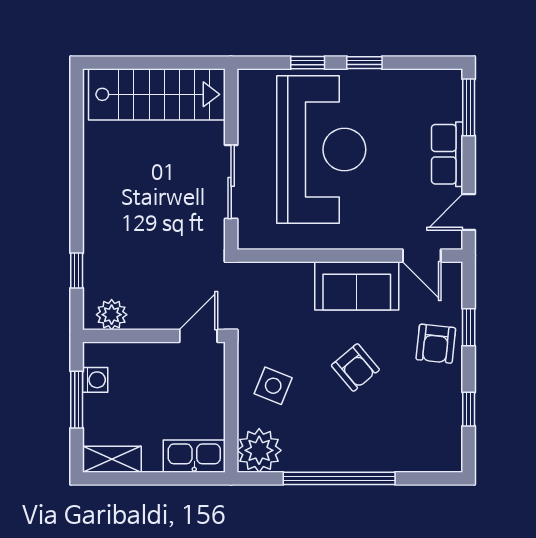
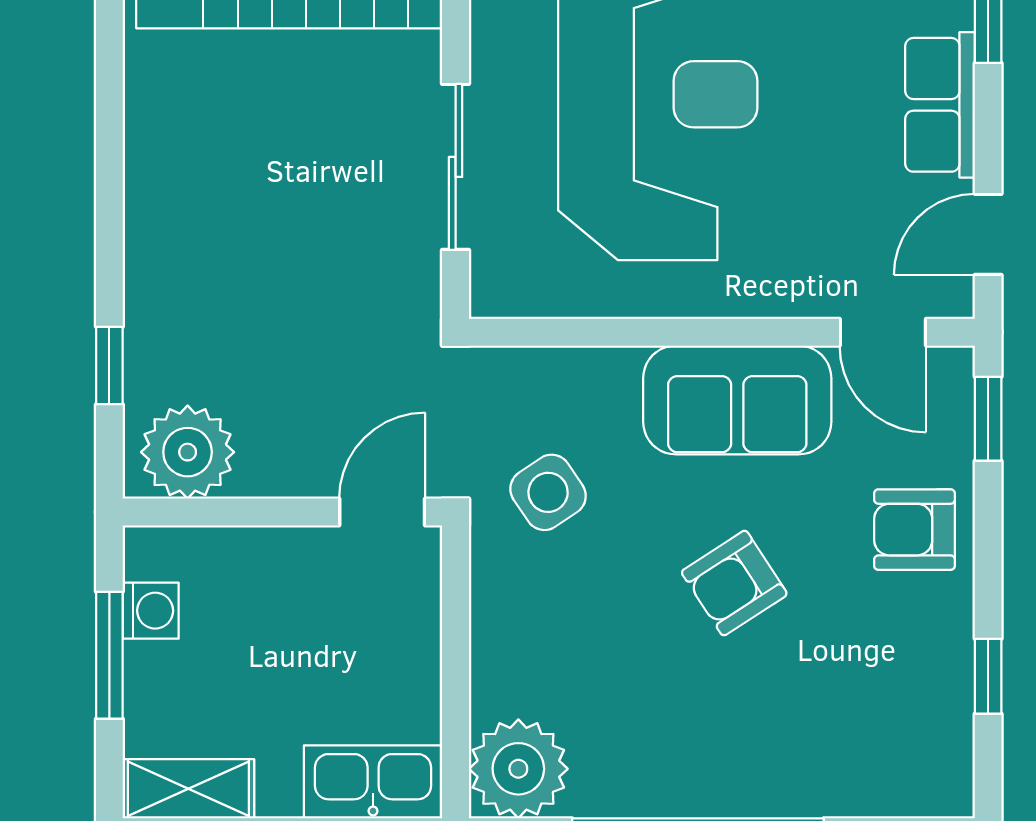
plant: (112, 315) -> (188, 452), width x1.36, depth x1.36
window: (469, 327) -> (988, 419), moved
armchair: (436, 344) -> (914, 530), turned 84
armchair: (355, 368) -> (734, 583), turned 97
side table: (273, 386) -> (548, 492), moved, turned 34

